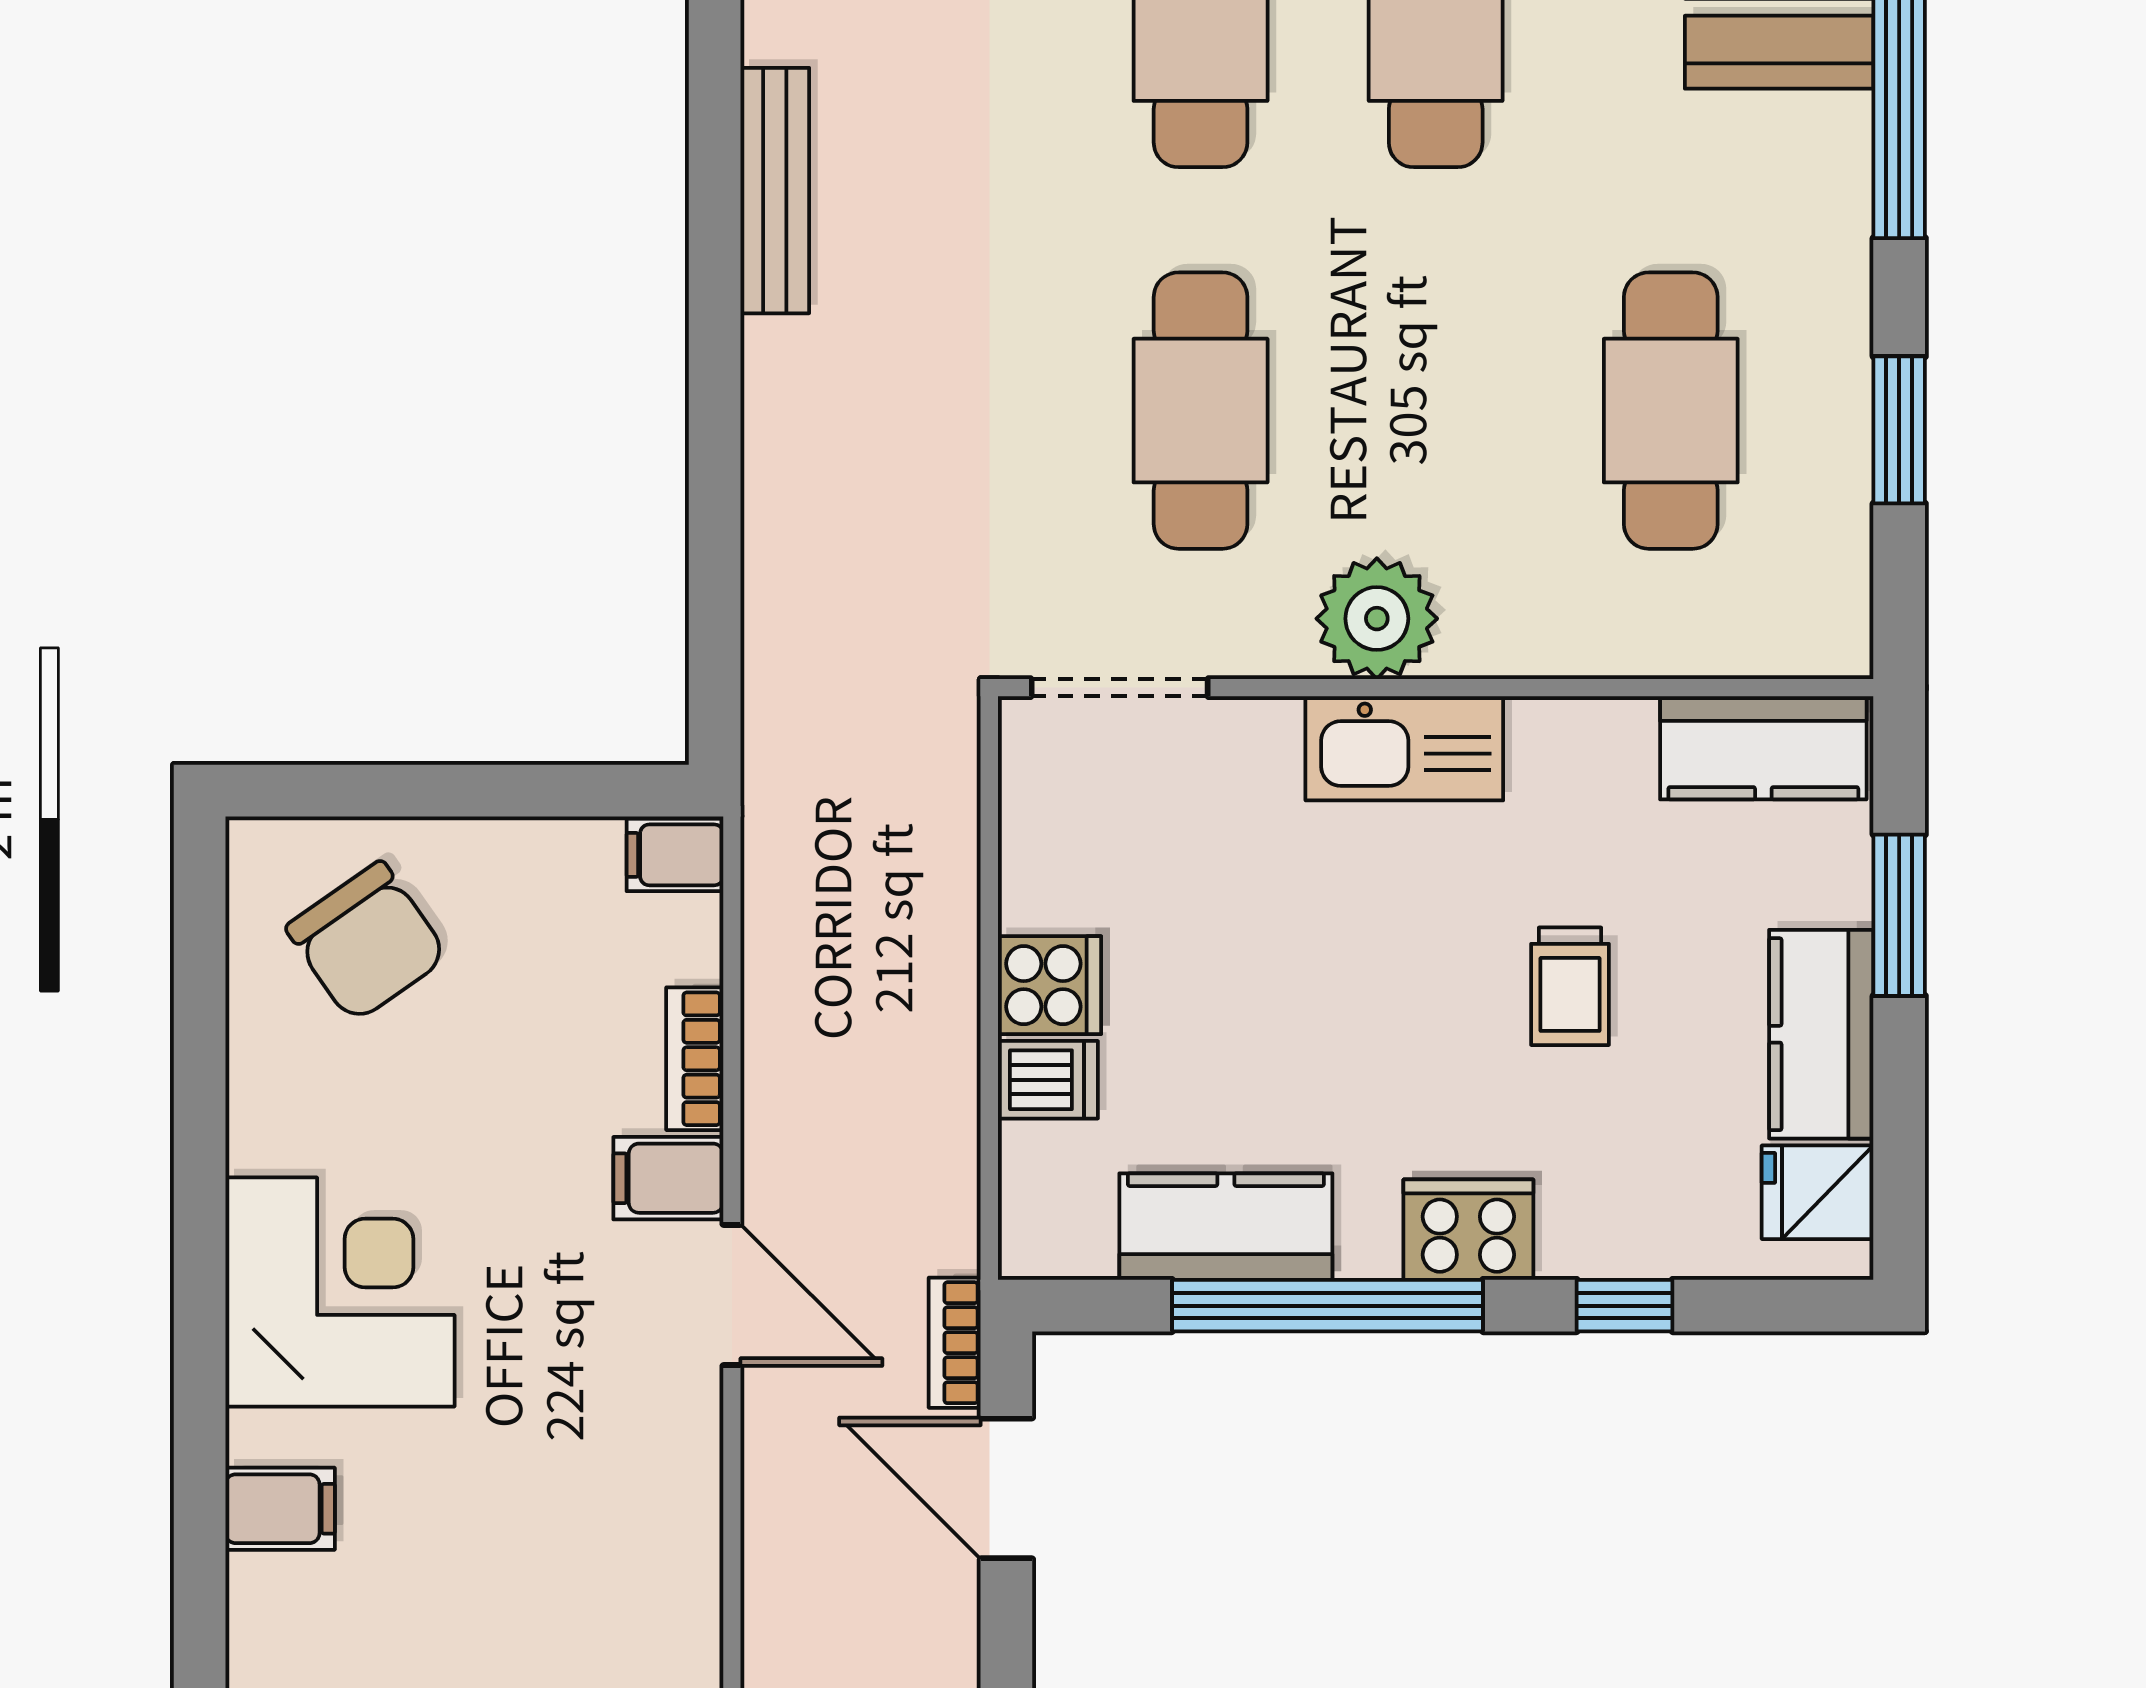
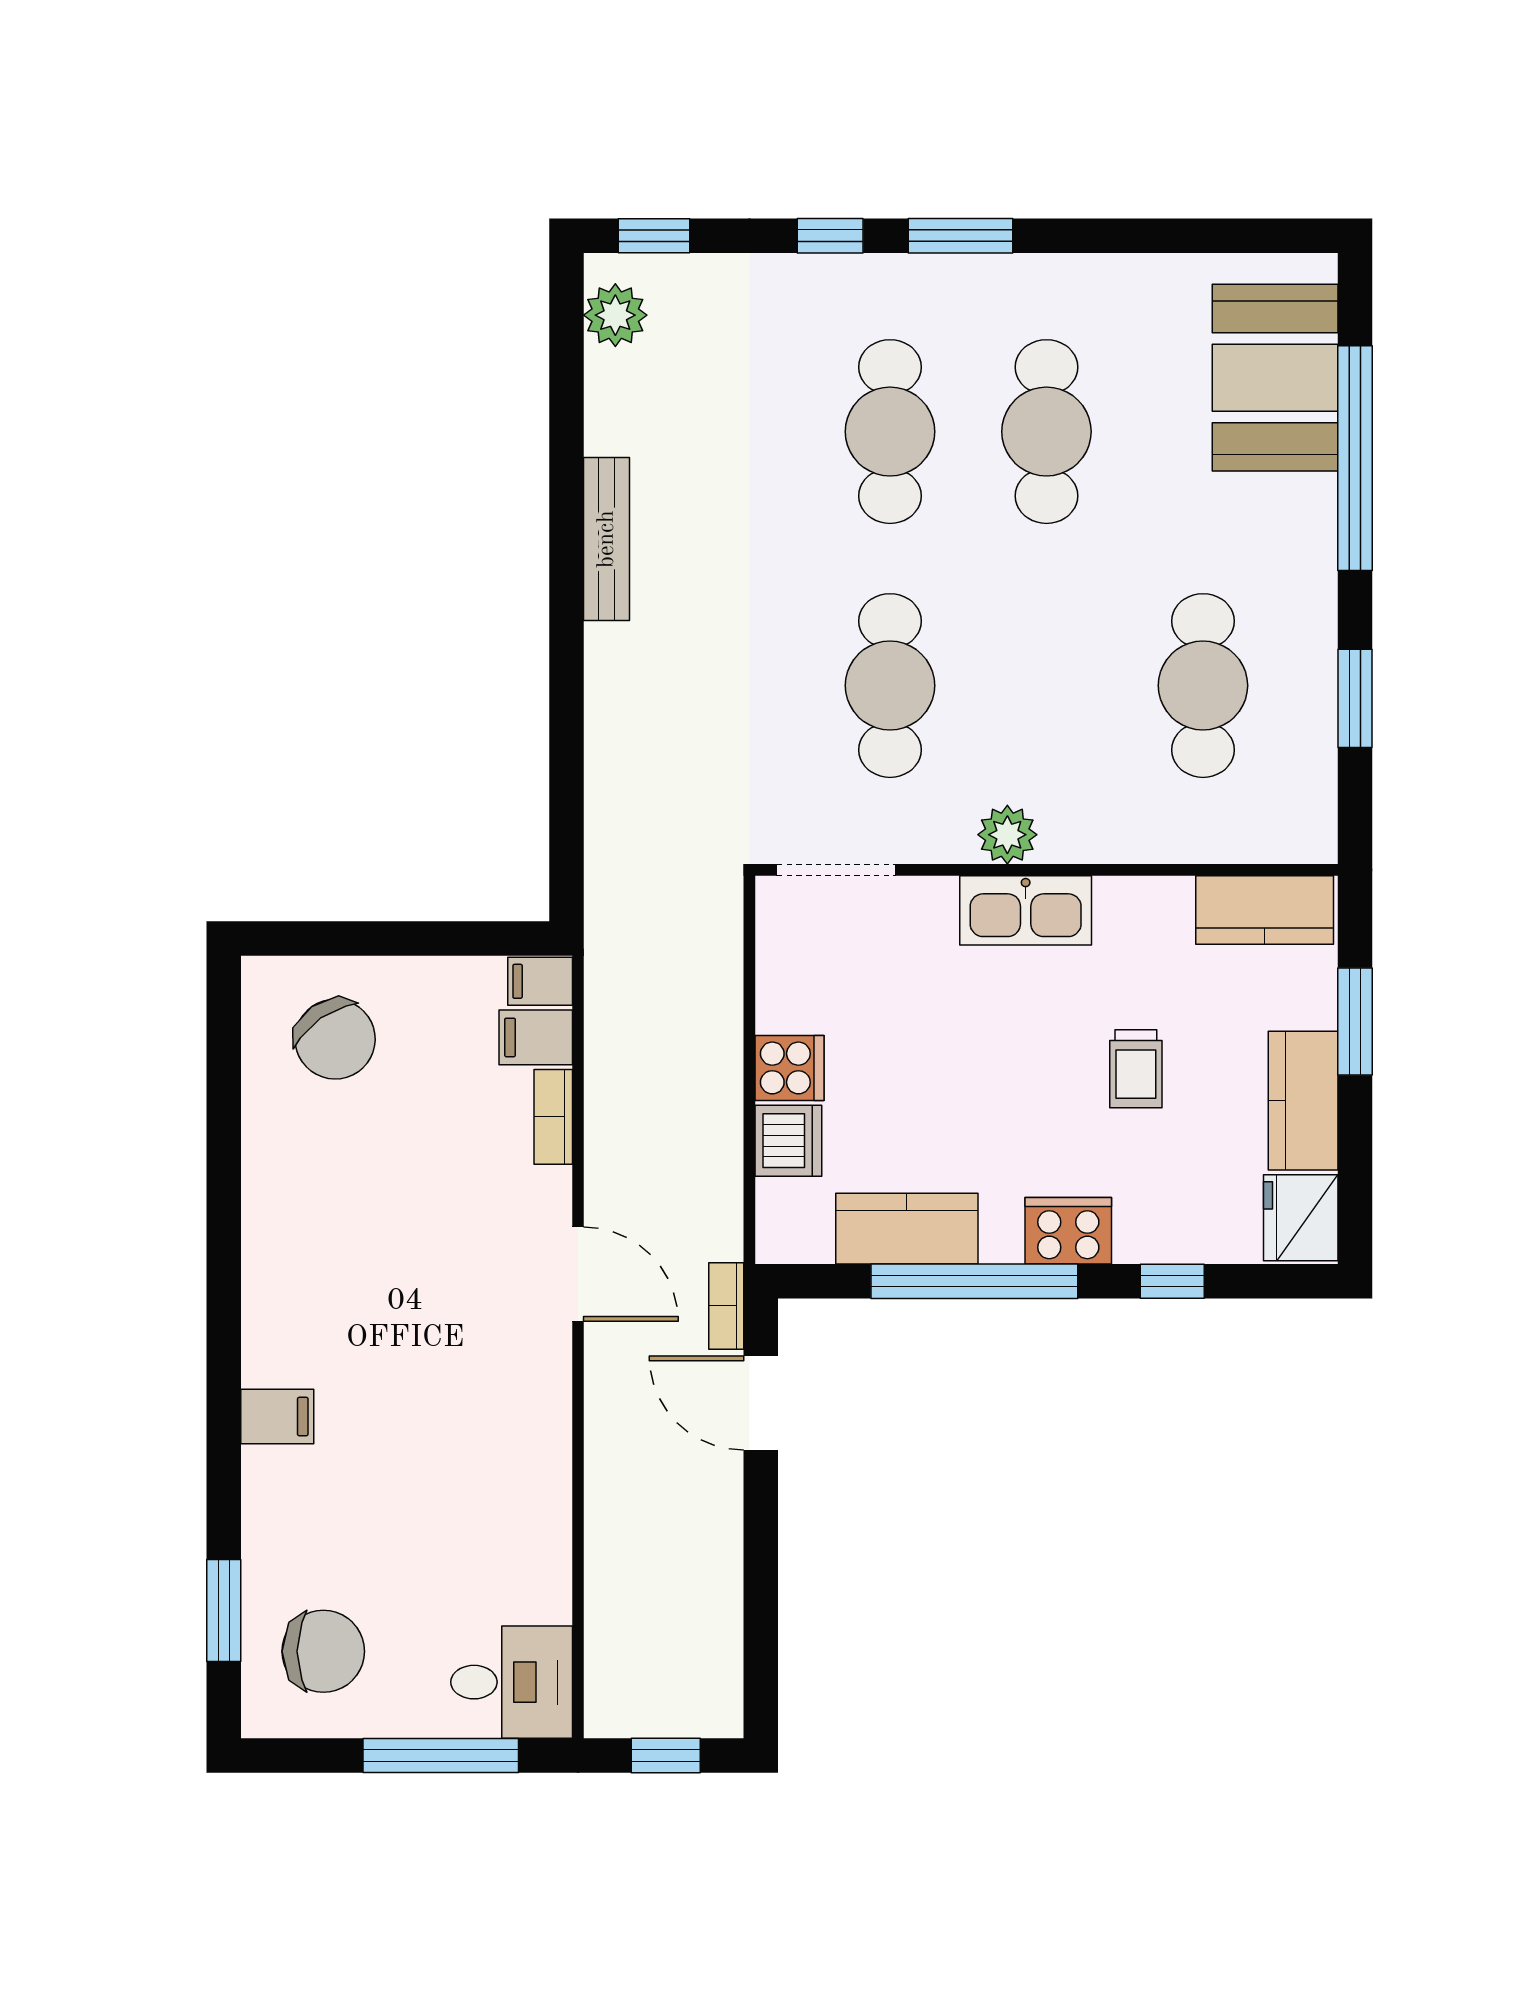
plant: (1377, 619) -> (1007, 835), width x0.73, depth x0.73
dishwasher: (1048, 1080) -> (788, 1141), width x1.38
filing cabinet: (668, 1178) -> (536, 1037), moved
fridge: (1818, 1192) -> (1301, 1218), width x1.38
corner desk: (340, 1292) -> (317, 1272), removed

